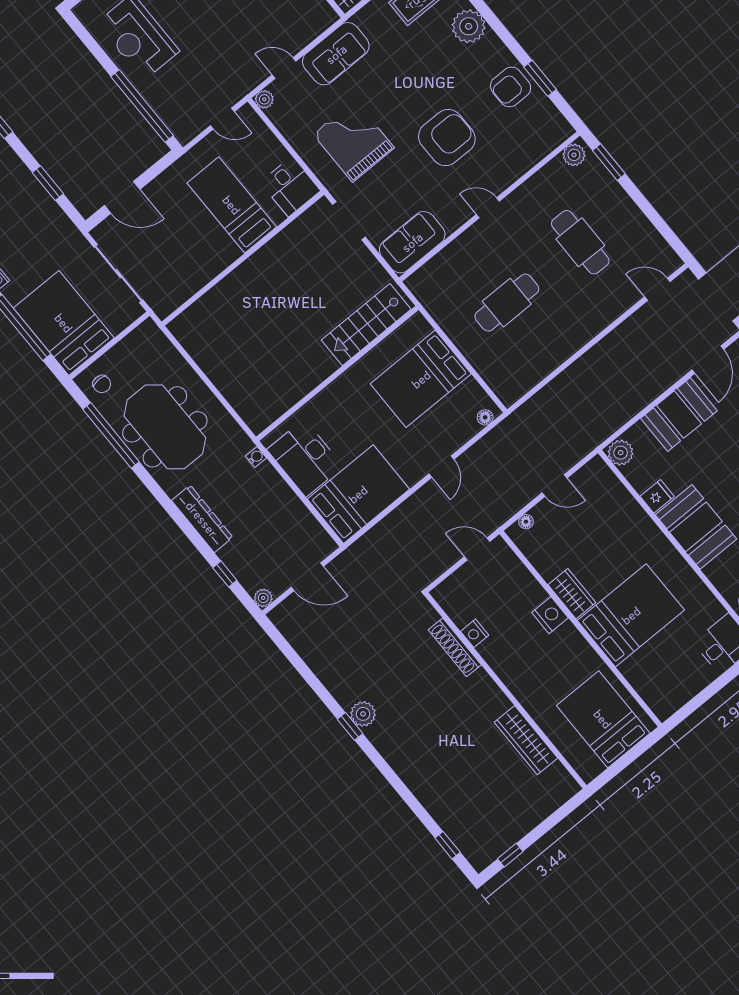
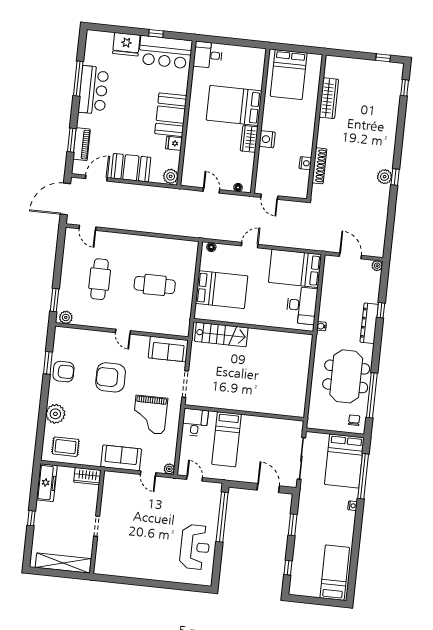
window: (225, 574) -> (381, 310), moved

